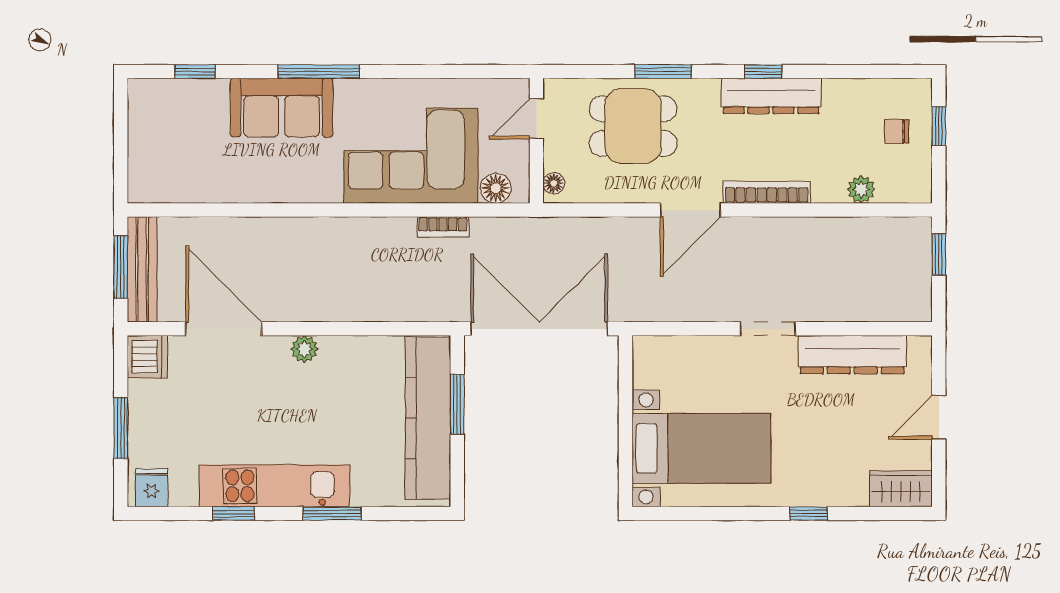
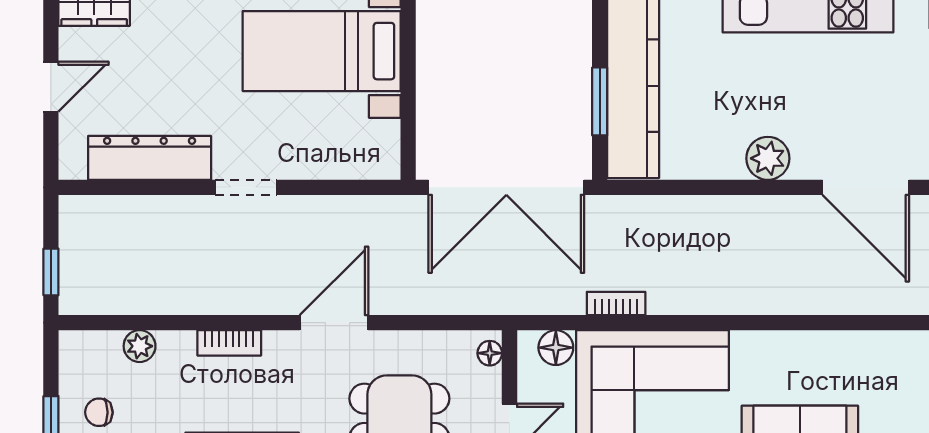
chair: (897, 131) -> (99, 412), turned 180
bookcase: (767, 192) -> (229, 343), width x0.64
plant: (304, 349) -> (768, 158), width x1.38, depth x1.38

